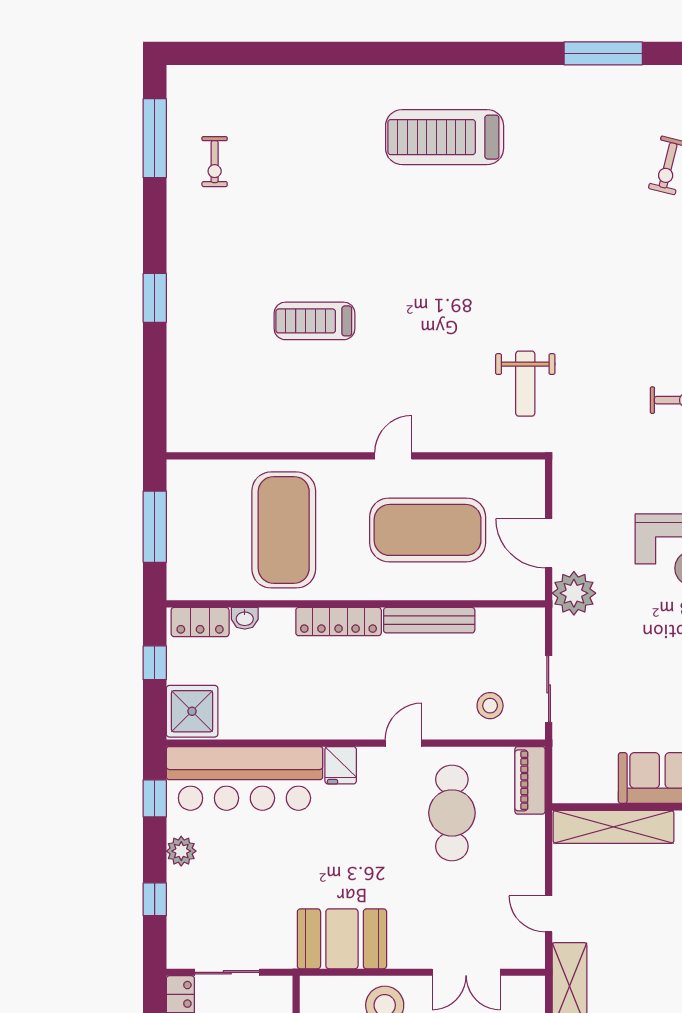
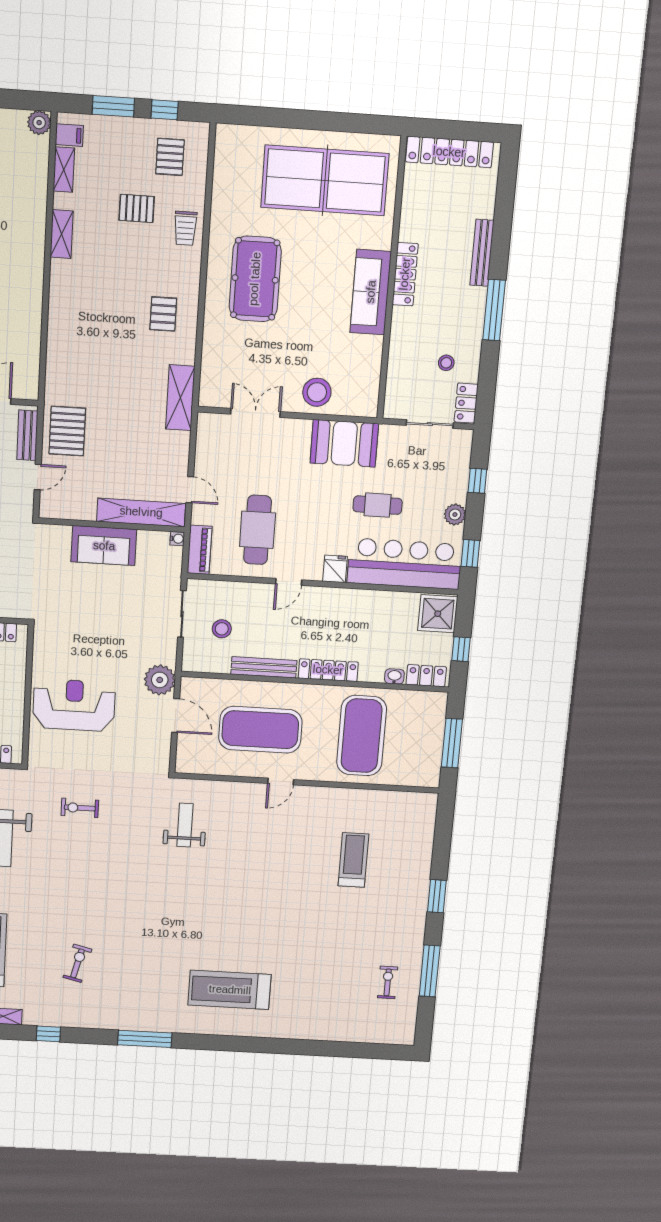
window: (603, 53) -> (145, 1039), moved
treadmill: (445, 137) -> (230, 990), turned 180
window: (155, 138) -> (430, 971), moved
treadmill: (315, 321) -> (353, 860), moved, turned -90
stool: (490, 706) -> (222, 629), moved
water cooler: (562, 794) -> (177, 539), added
cafe table: (289, 857) -> (378, 505), added
door: (549, 914) -> (190, 490), moved

